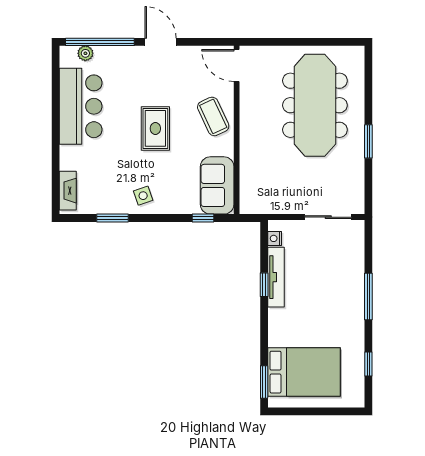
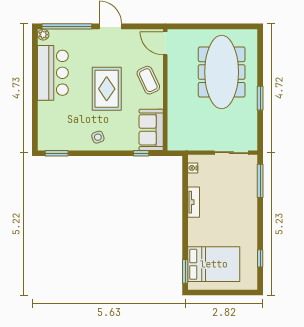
plant: (85, 53) -> (43, 35), moved
rug: (155, 128) -> (107, 89), width x1.36, depth x1.43
fireplace: (68, 191) -> (44, 134), removed
window: (113, 218) -> (57, 153), moved
tv unit: (276, 277) -> (194, 202), width x0.71
window: (264, 285) -> (185, 201), removed
window: (368, 296) -> (260, 181), moved

